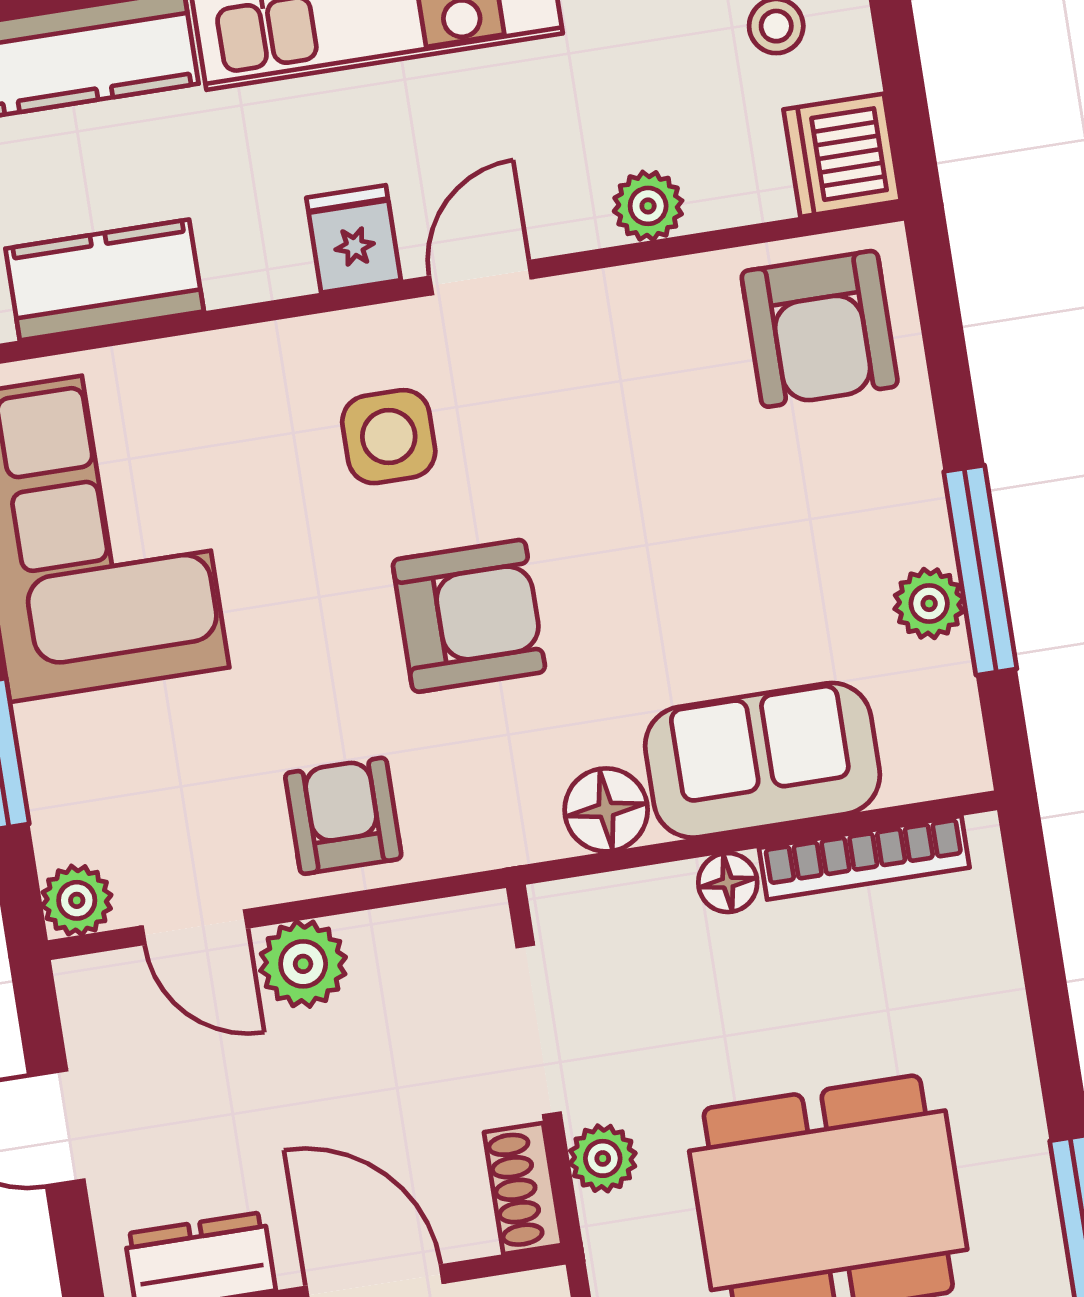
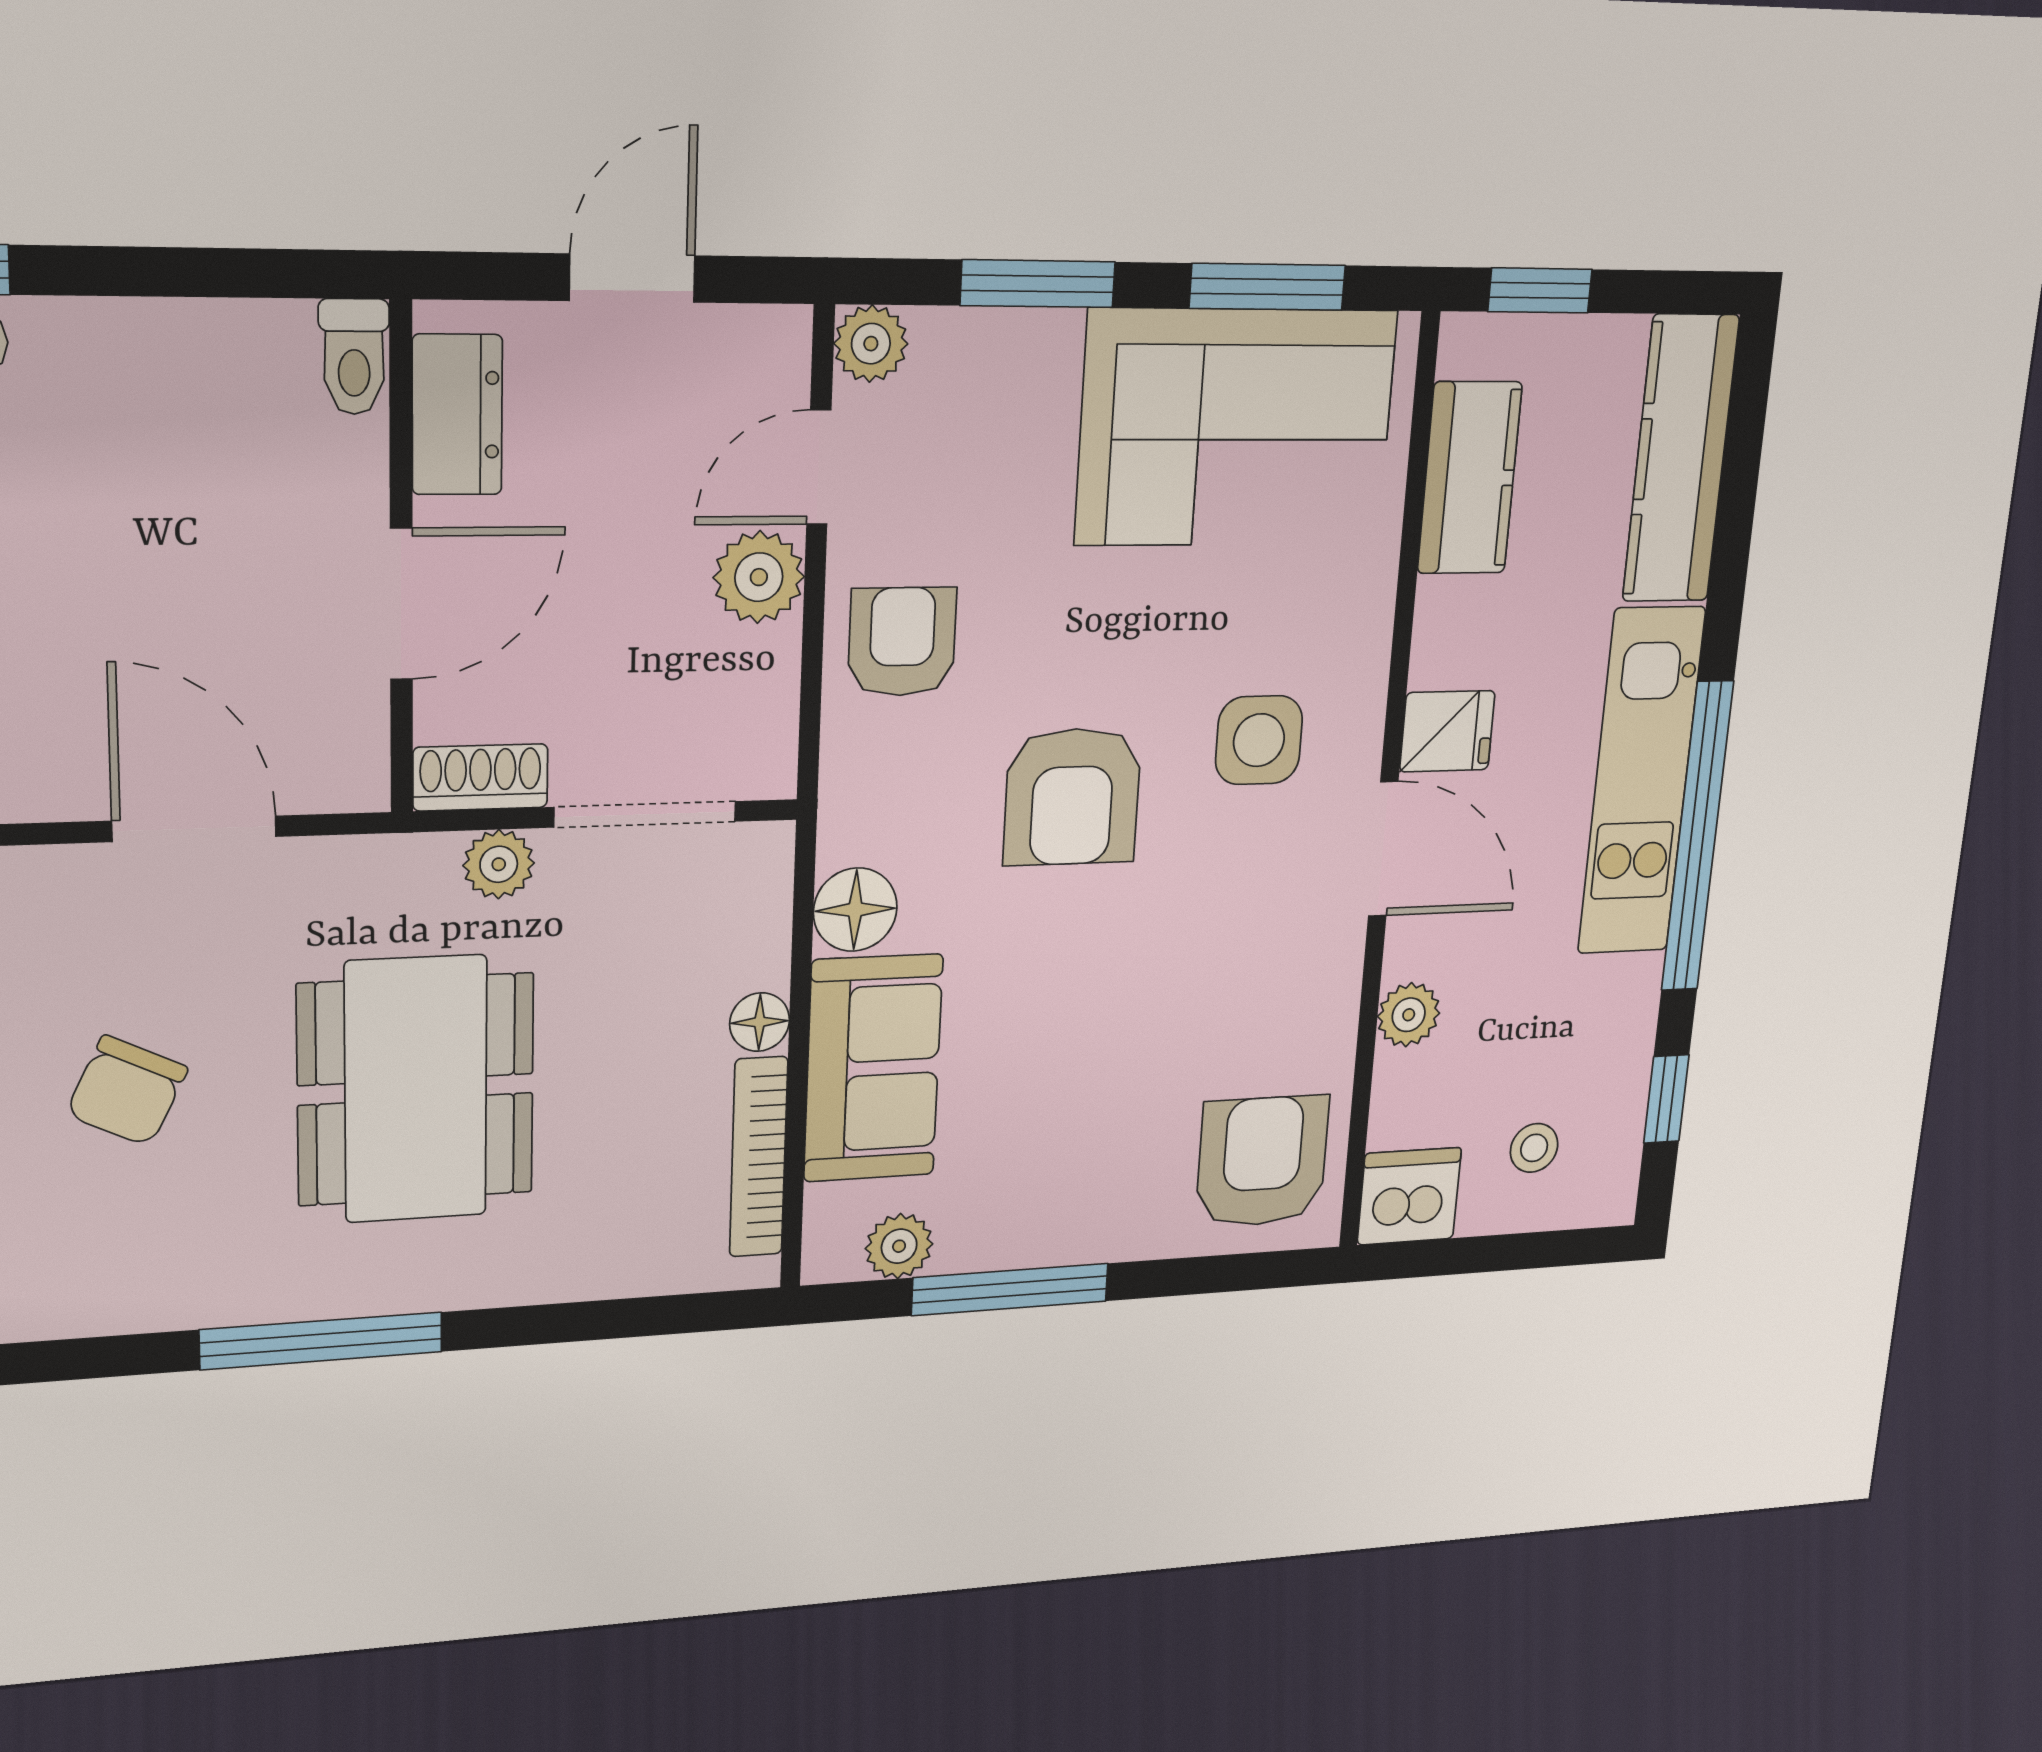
door: (480, 278) -> (1383, 849), width x1.37
armchair: (820, 329) -> (1262, 1162), turned 90
plant: (929, 603) -> (899, 1246), moved
armchair: (343, 816) -> (902, 642), turned -90

